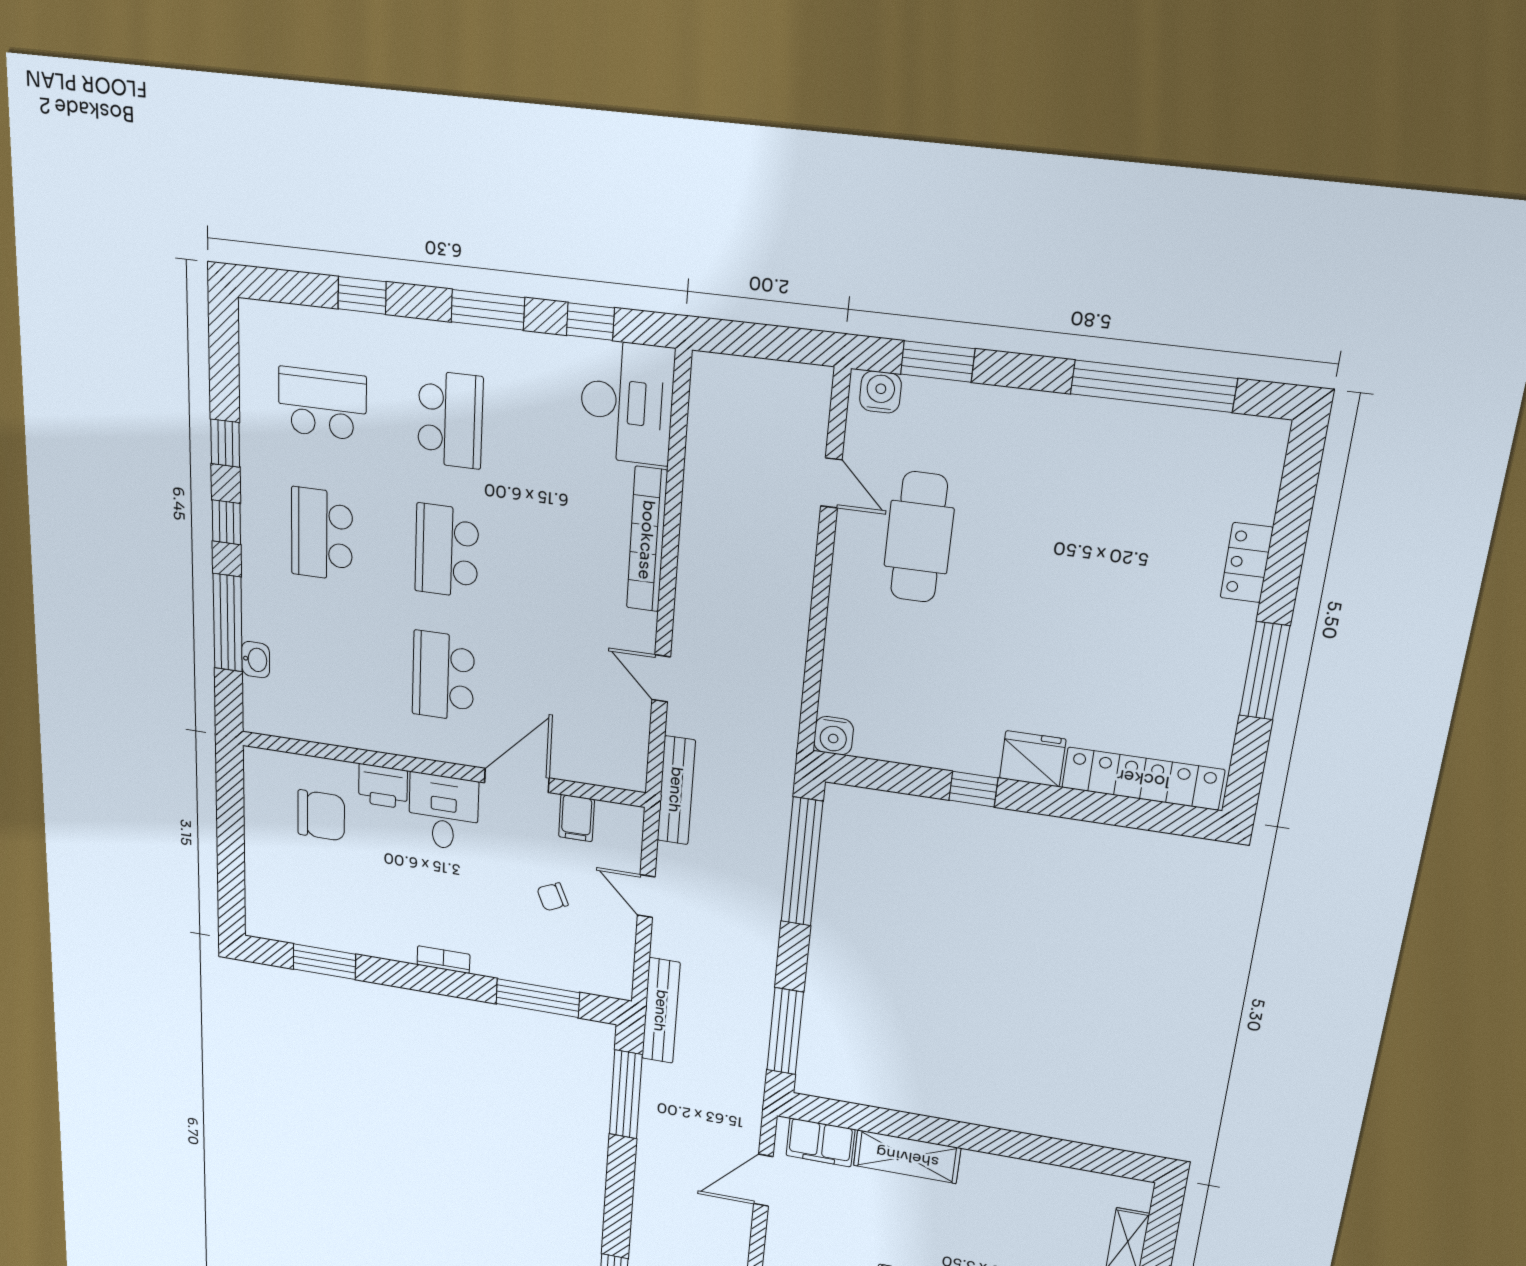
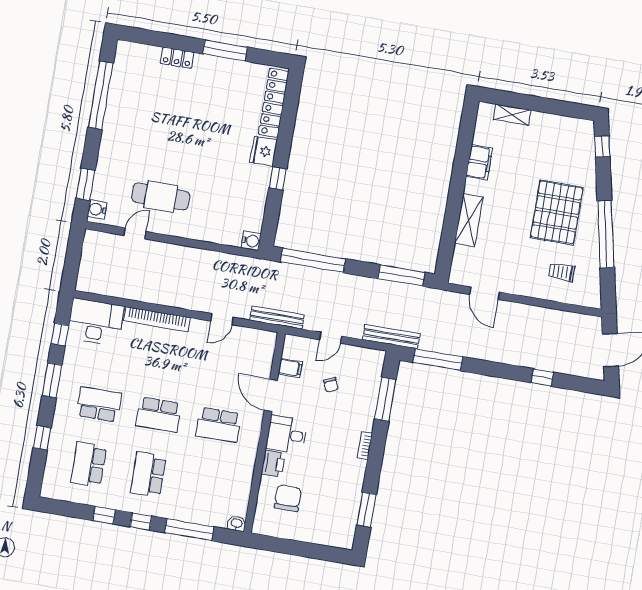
school desk: (322, 534) -> (148, 475), turned 90
washbasin: (256, 660) -> (237, 524), moved
filing cabinet: (820, 1142) -> (479, 162), moved

